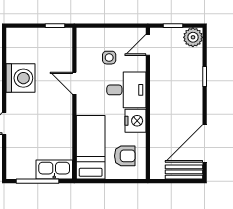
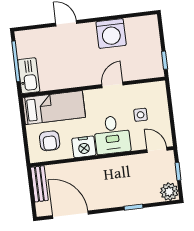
bench: (184, 172) -> (39, 184), moved

